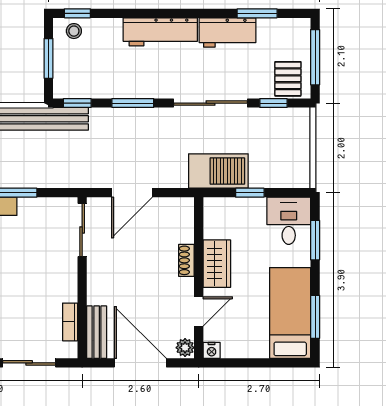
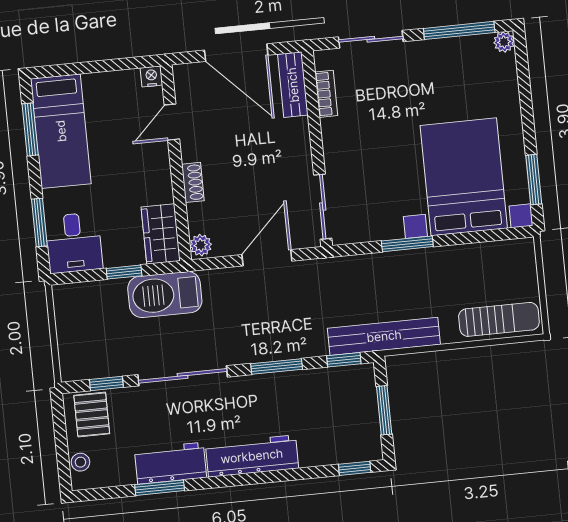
window: (257, 13) -> (160, 488), moved
stool: (74, 31) -> (80, 462), moved
window: (315, 57) -> (61, 444), removed
wardrobe: (217, 264) -> (161, 234), moved
plant: (185, 348) -> (201, 245), moved

